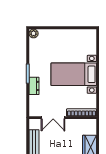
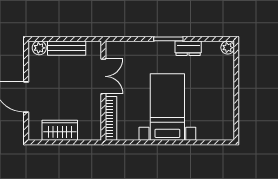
dresser: (34, 86) -> (188, 48), moved
double door: (53, 118) -> (103, 76), swing flipped

